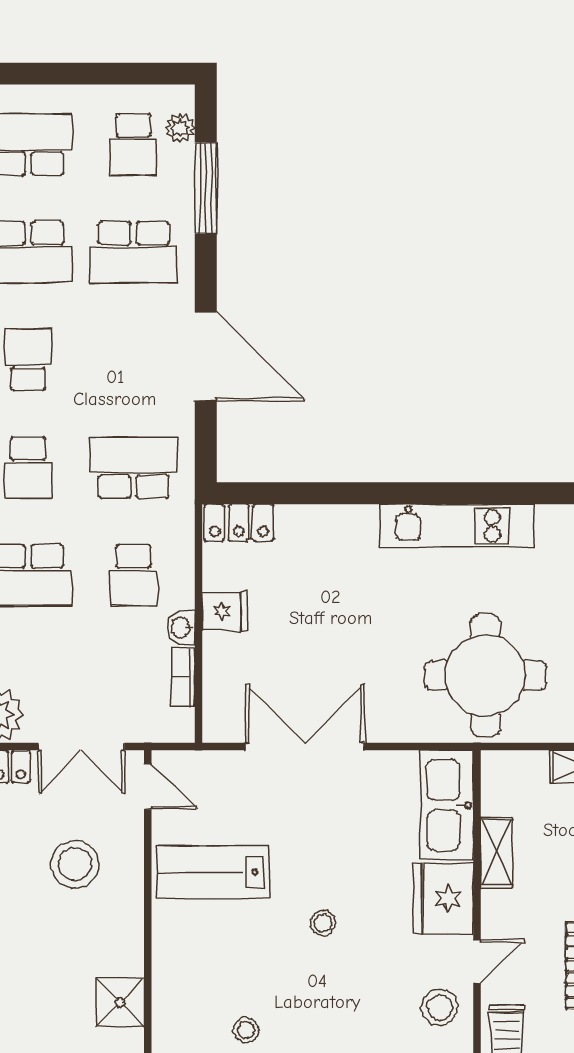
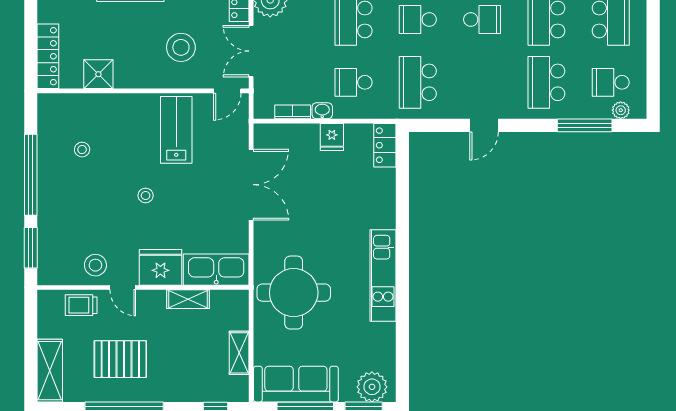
door: (206, 356) -> (484, 125), width x0.53
school desk: (133, 468) -> (418, 82), turned 180

